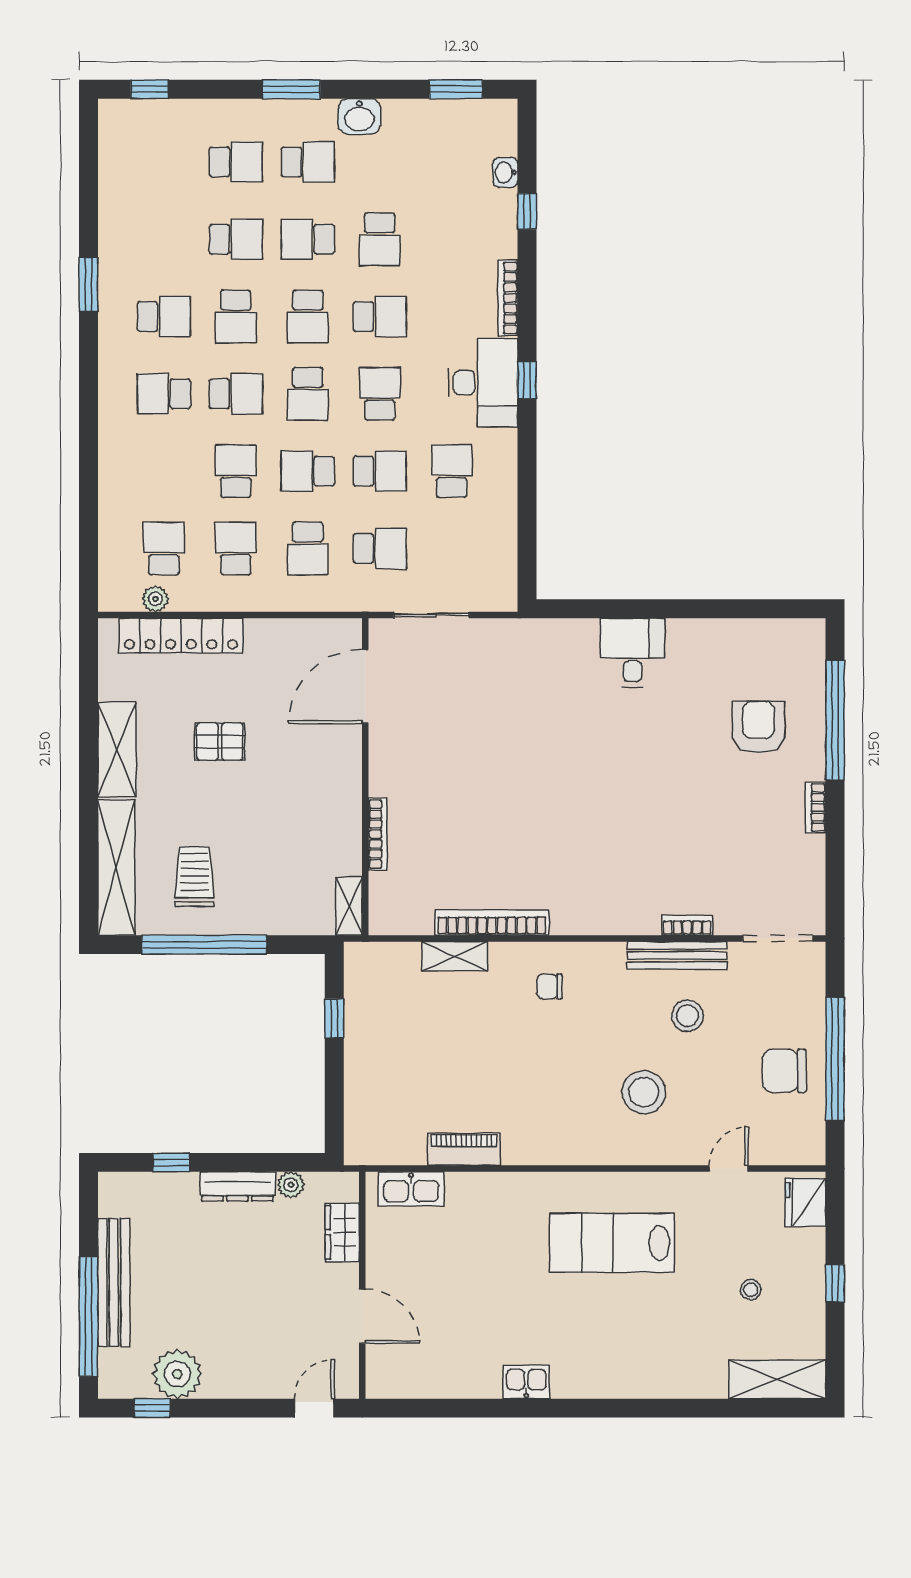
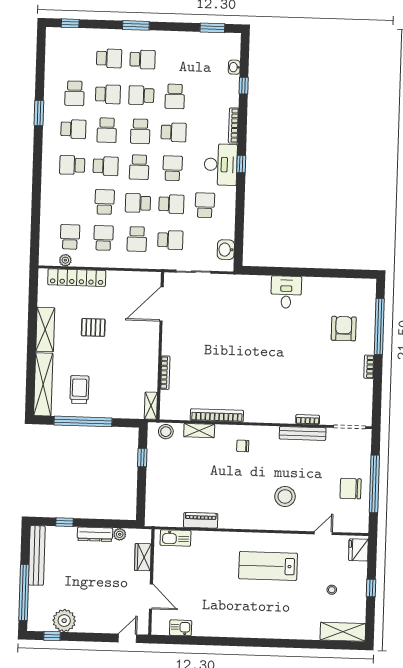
washbasin: (359, 117) -> (226, 250), moved, turned 90
school desk: (164, 239) -> (75, 93), added
stool: (687, 1016) -> (166, 432), moved
bench: (114, 1282) -> (37, 555), moved
kitchen sink: (526, 1382) -> (181, 628), moved

